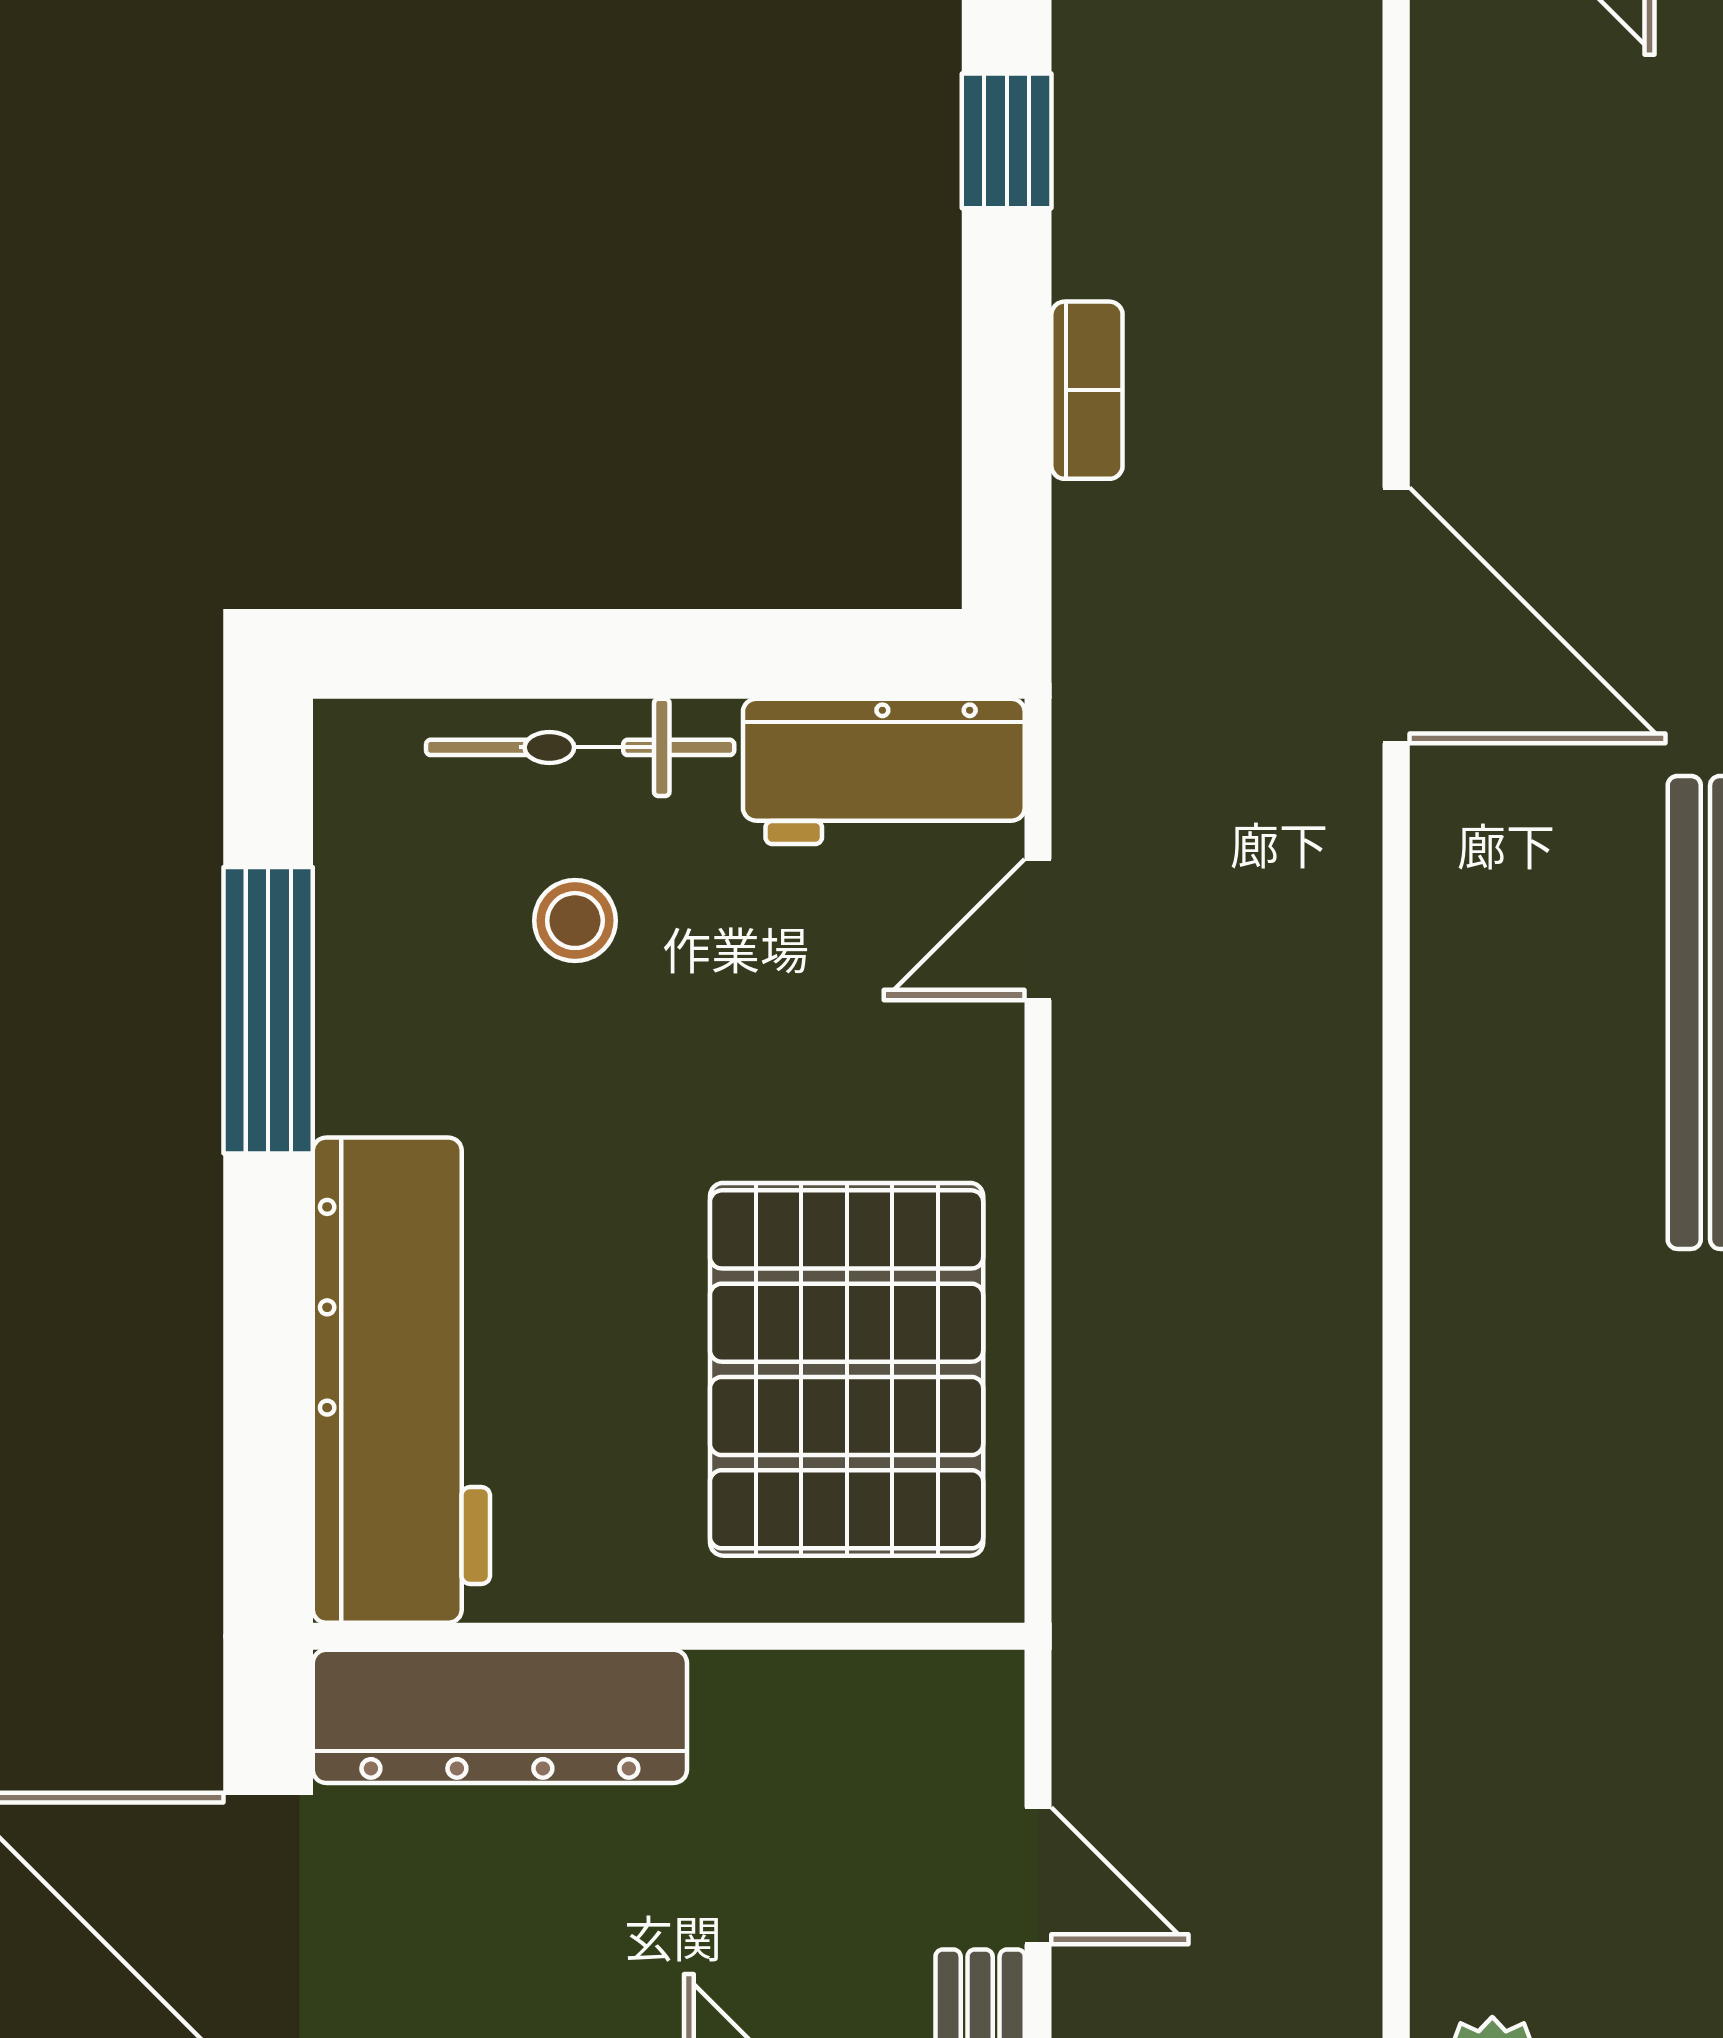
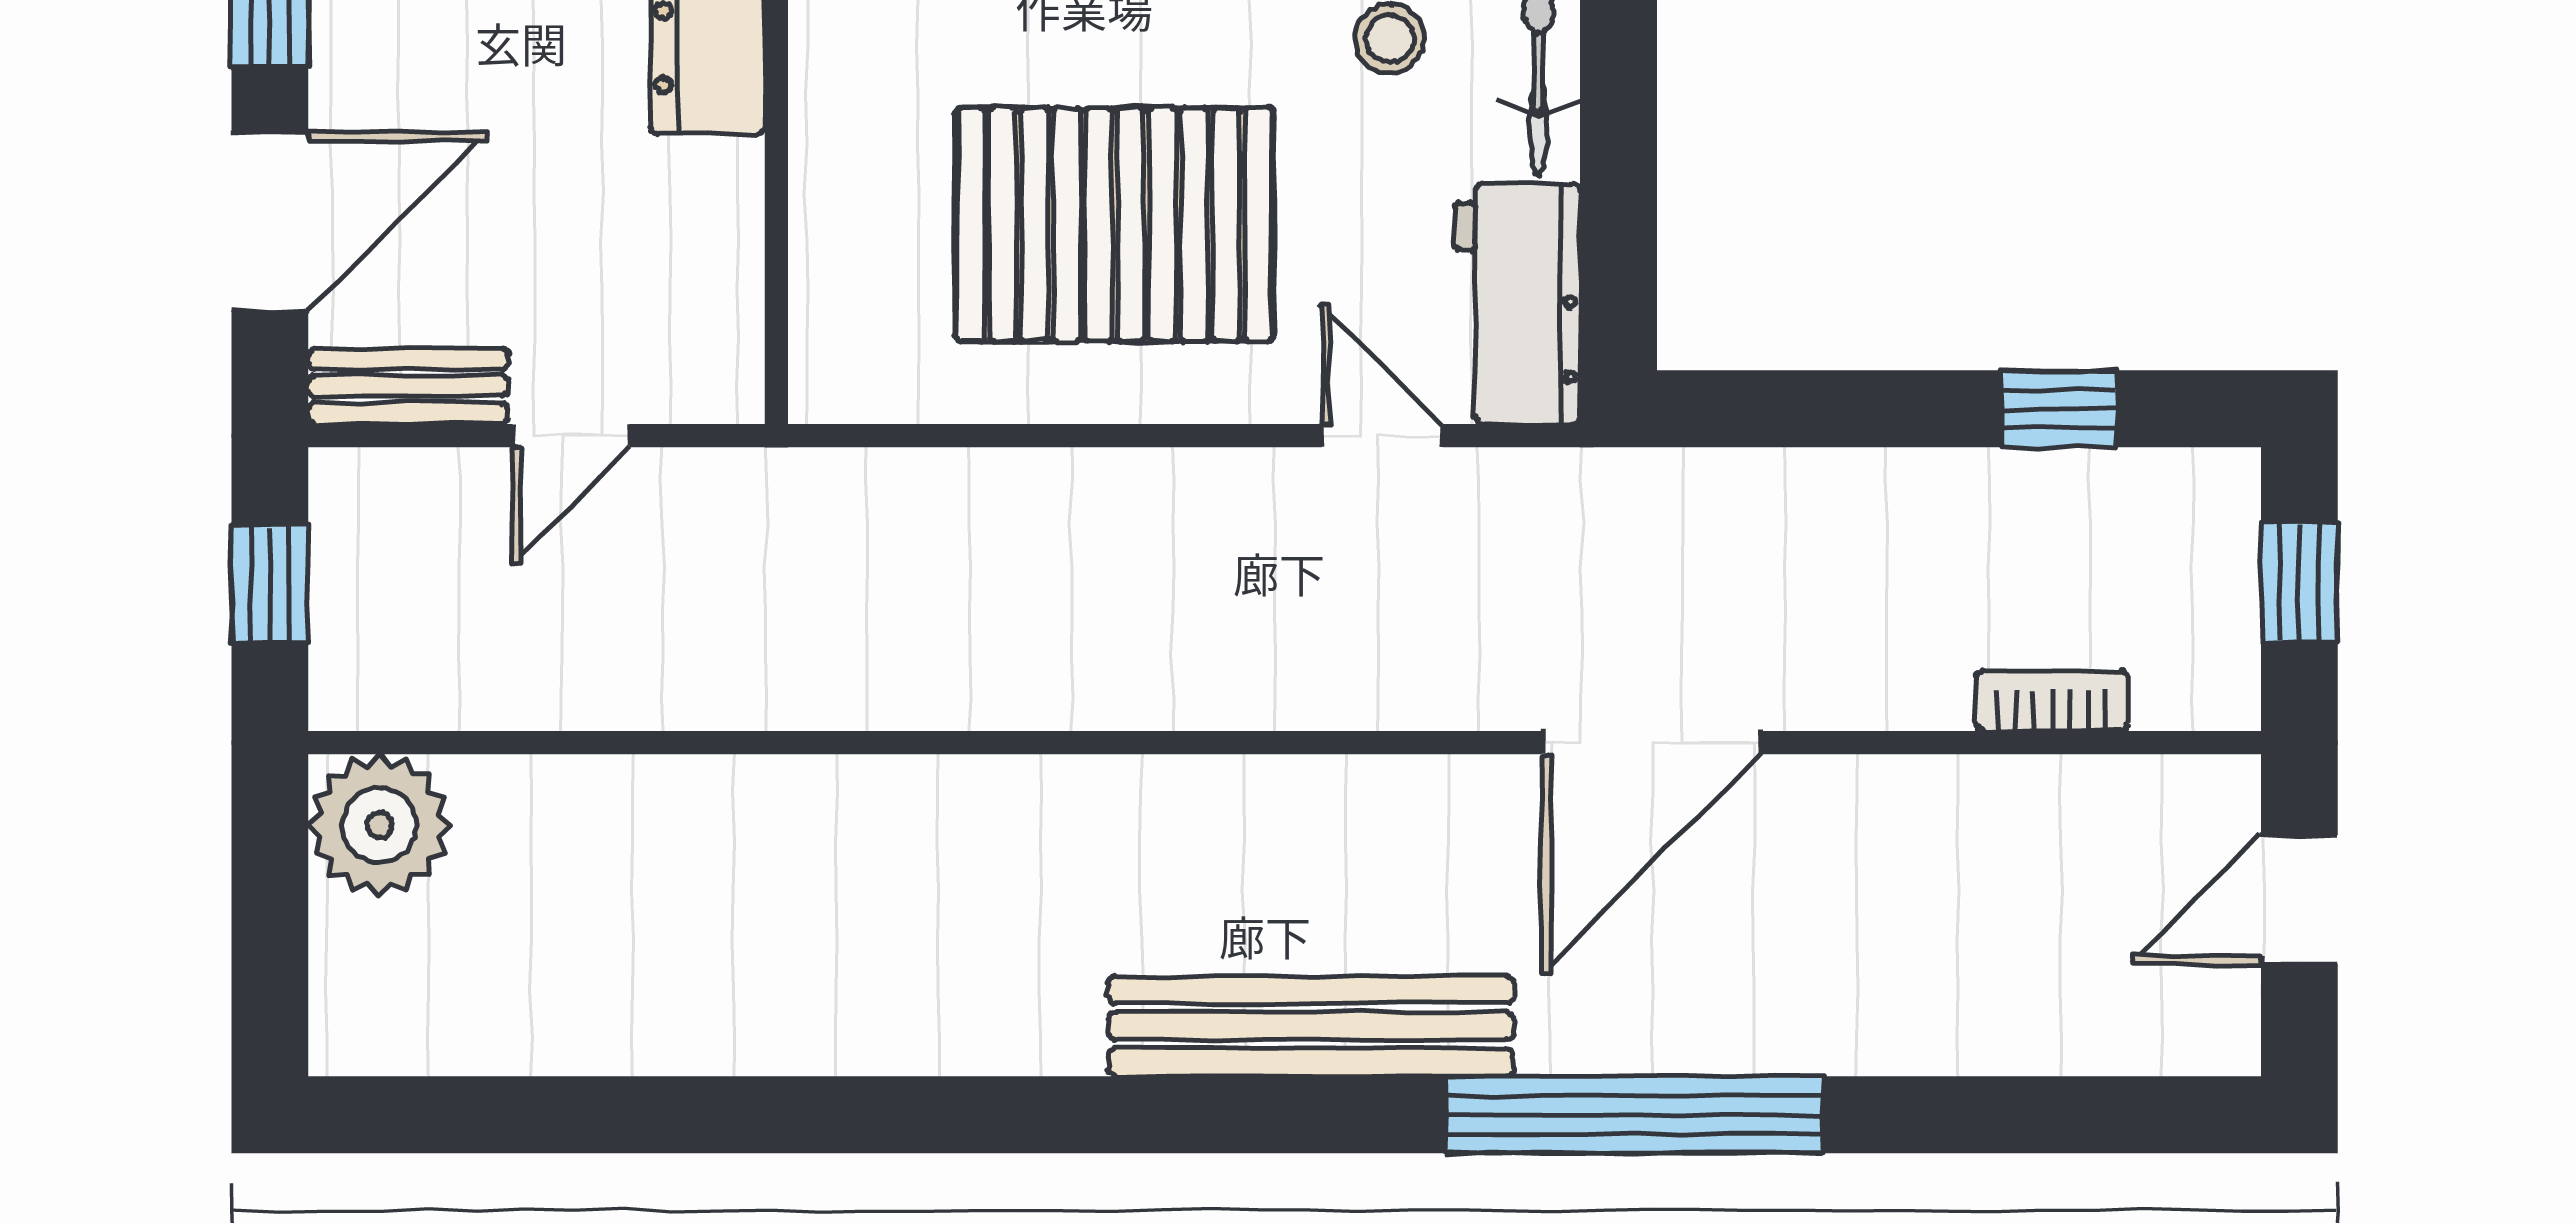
bookcase: (1087, 390) -> (2052, 701), moved, turned 180
pallet: (847, 1369) -> (1115, 225), moved

